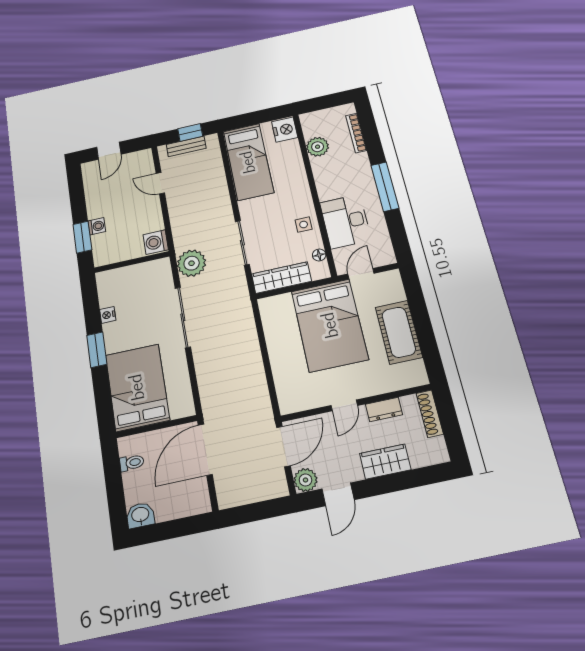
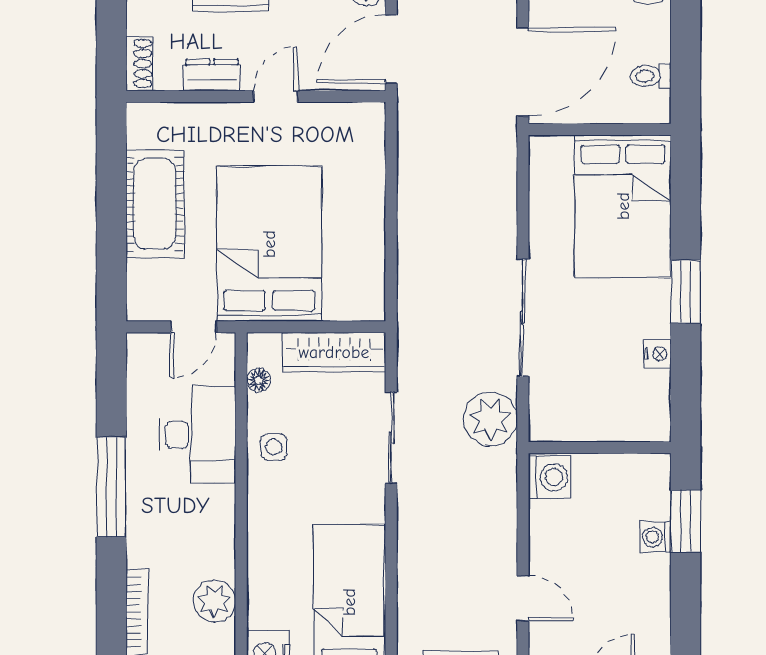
shoe rack: (430, 414) -> (139, 64), width x0.70

